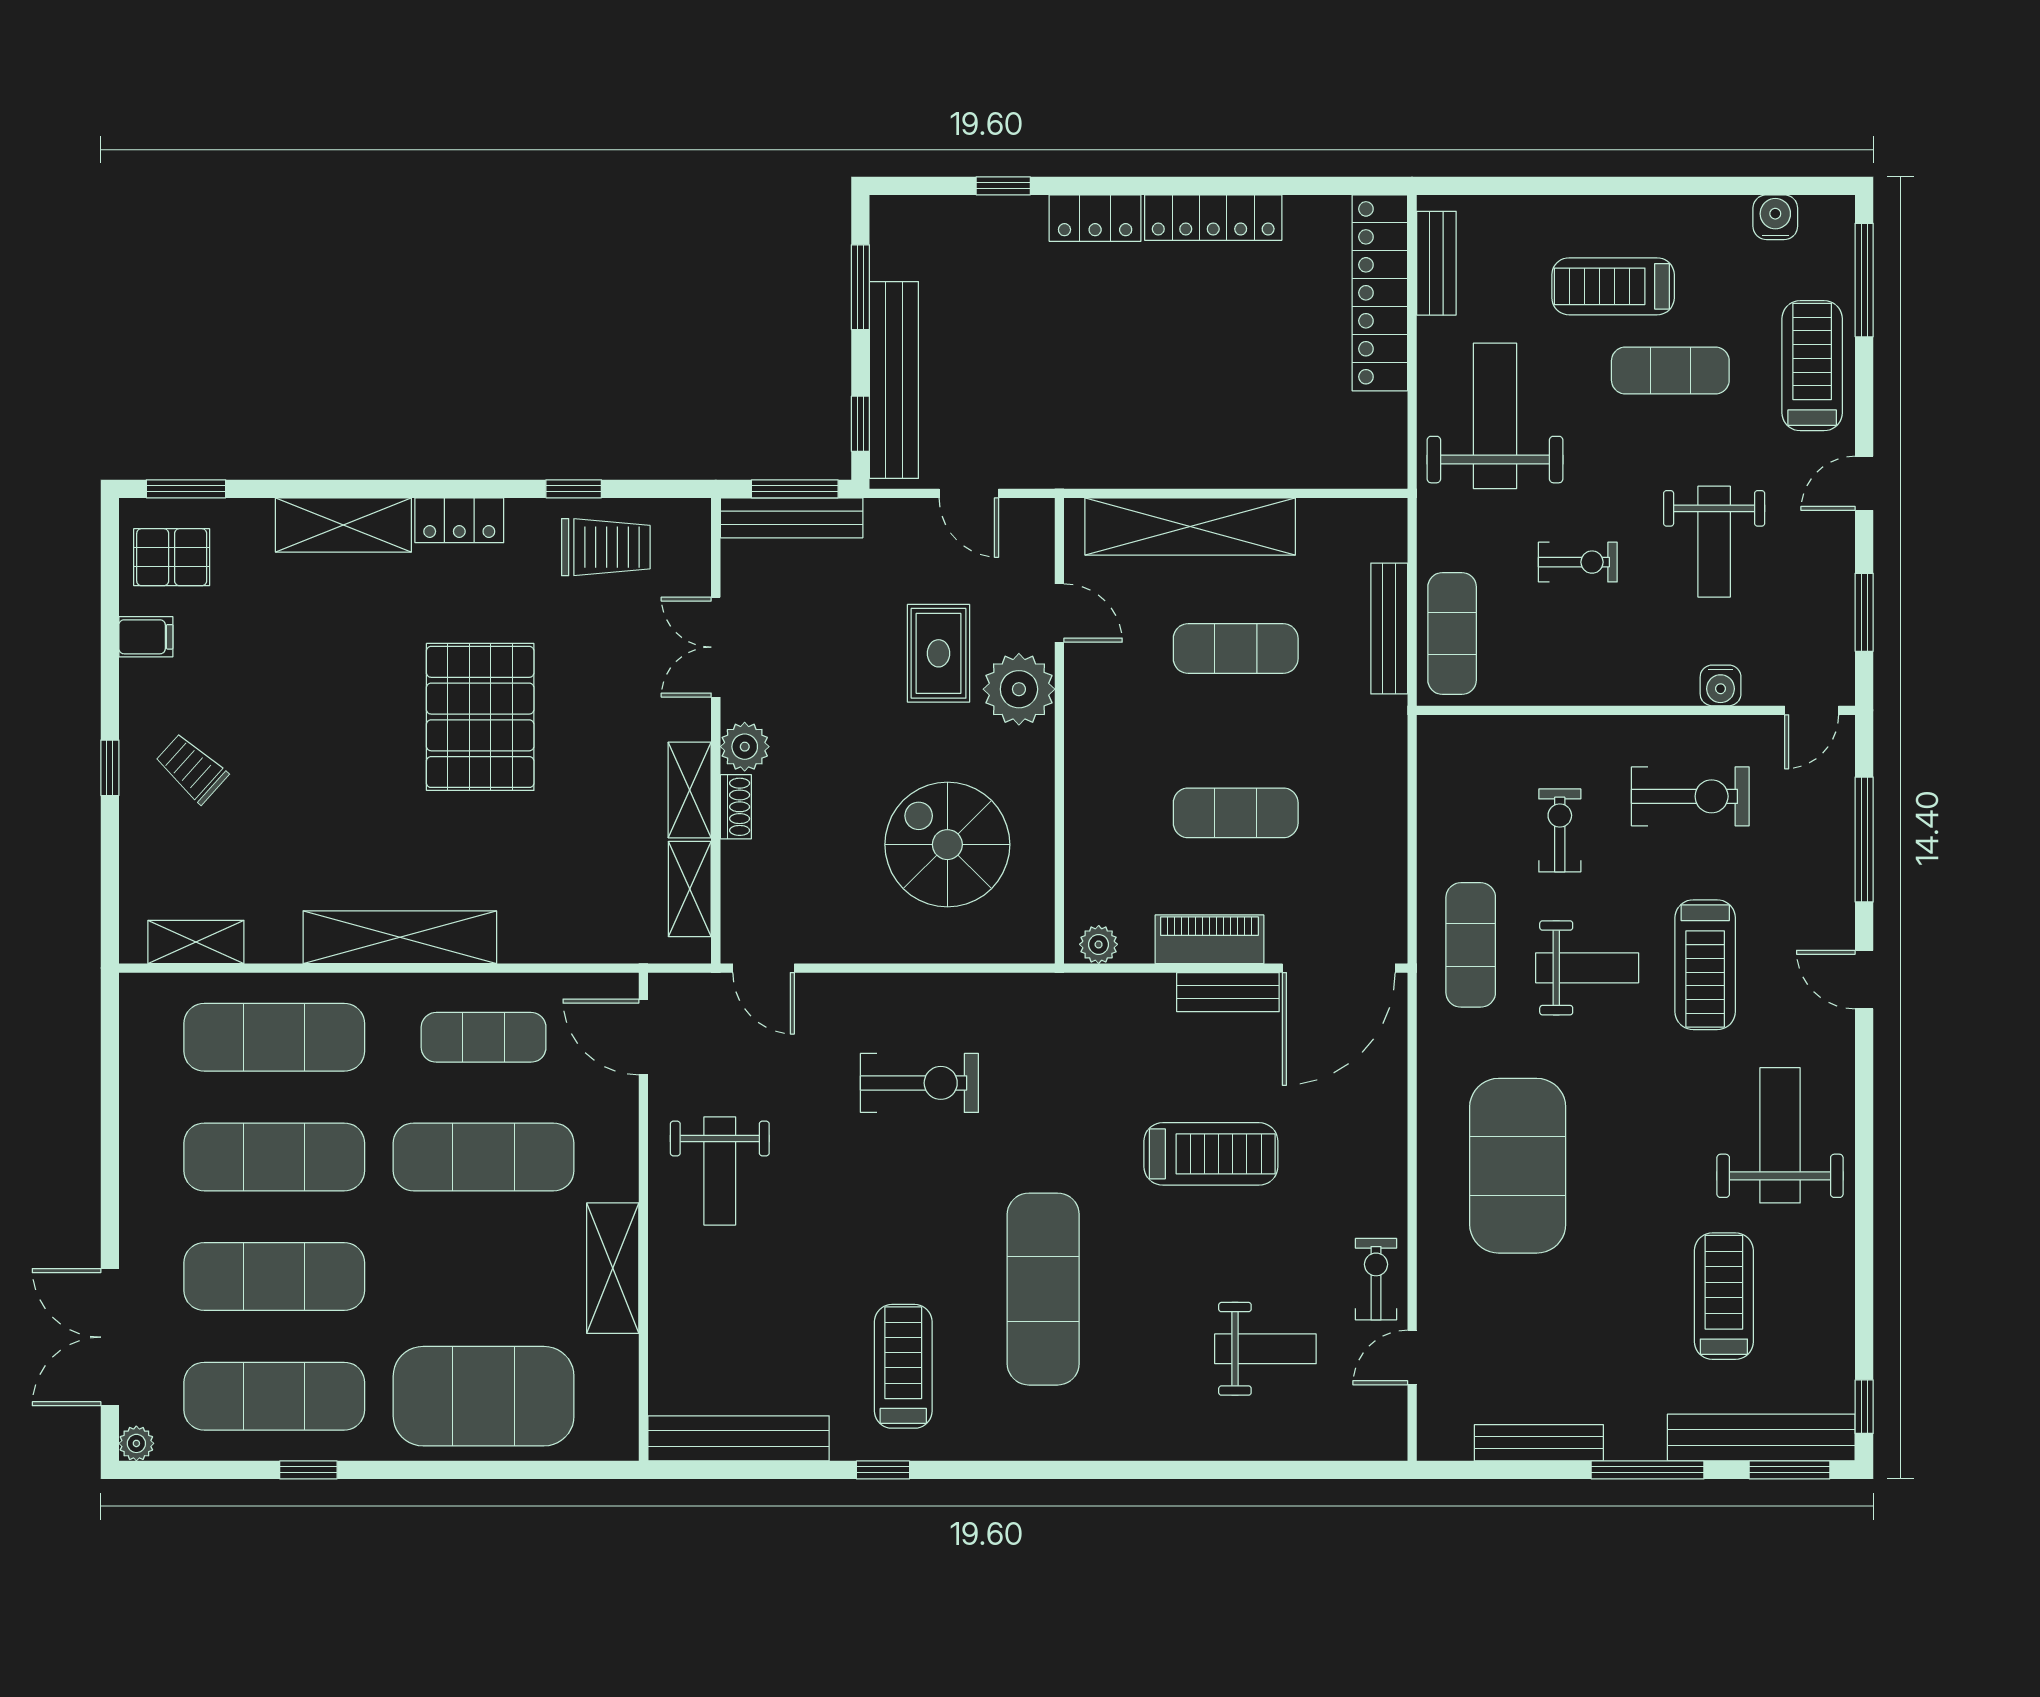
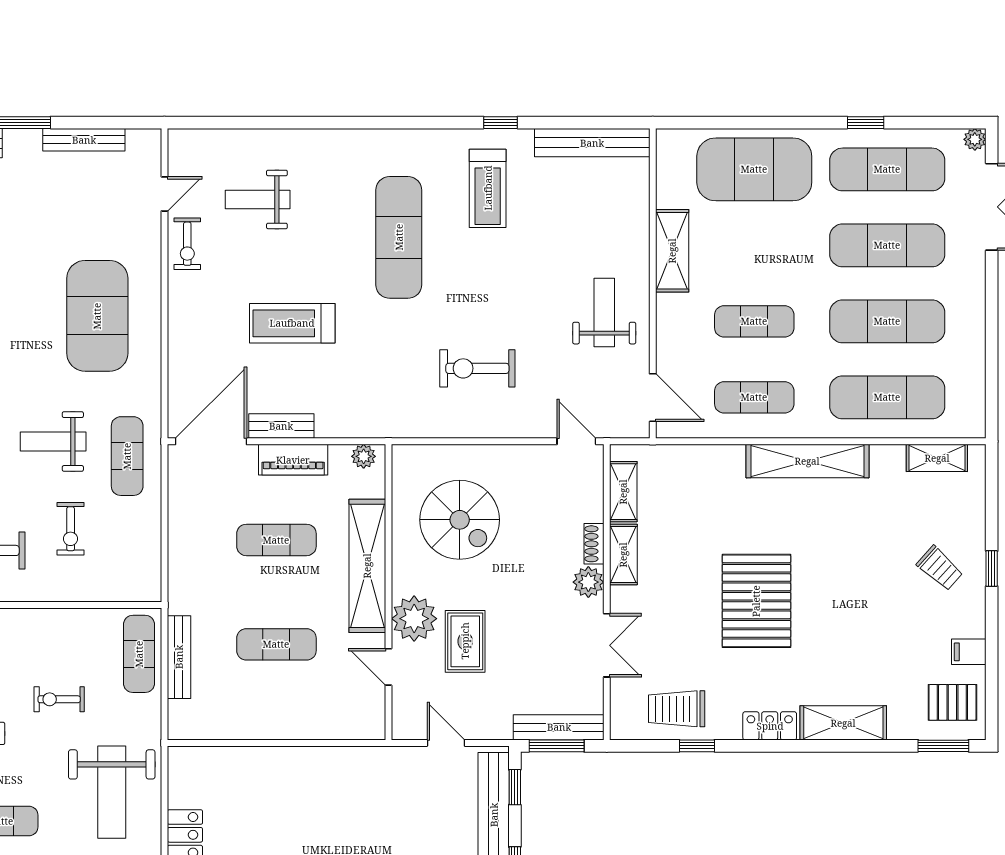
shelving: (1190, 527) -> (367, 566), moved, turned 90
exercise mat: (484, 1157) -> (754, 321), width x0.73, depth x0.69

